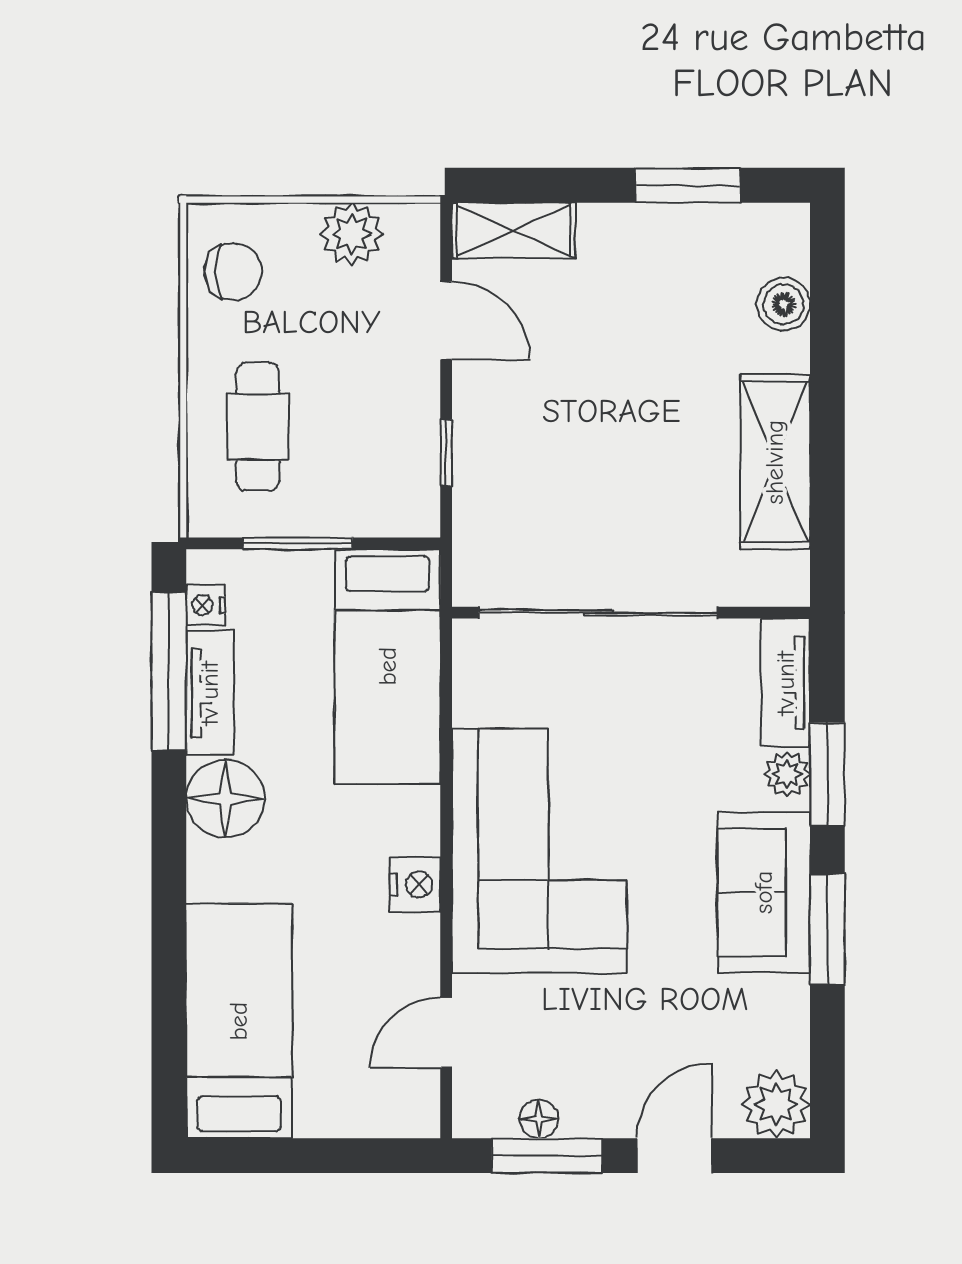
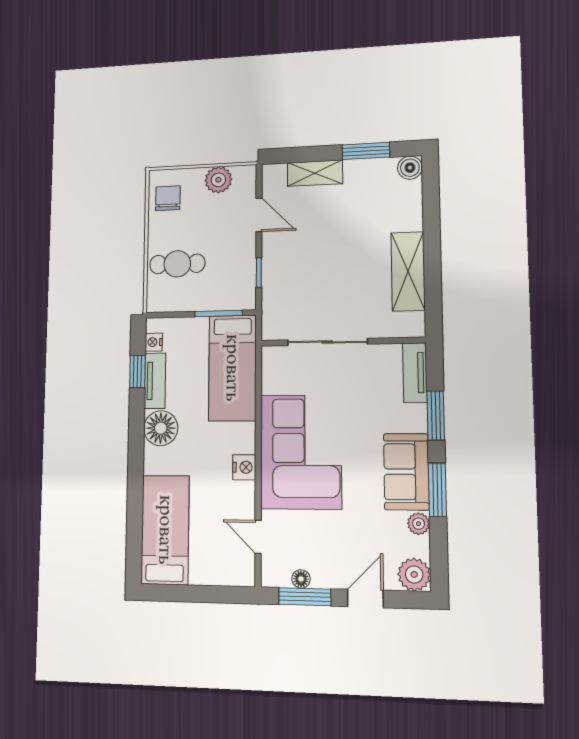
shelving: (513, 230) -> (315, 173), moved
chair: (233, 272) -> (168, 198), turned -90
boiler: (784, 304) -> (410, 168), moved
cafe table: (258, 427) -> (177, 264), turned 90
window: (298, 543) -> (219, 313), moved
sliding door: (598, 613) -> (327, 342), width x0.73
window: (169, 671) -> (138, 372), width x0.46
plant: (787, 774) -> (419, 524), moved
door: (446, 1033) -> (258, 537), hinge flipped

